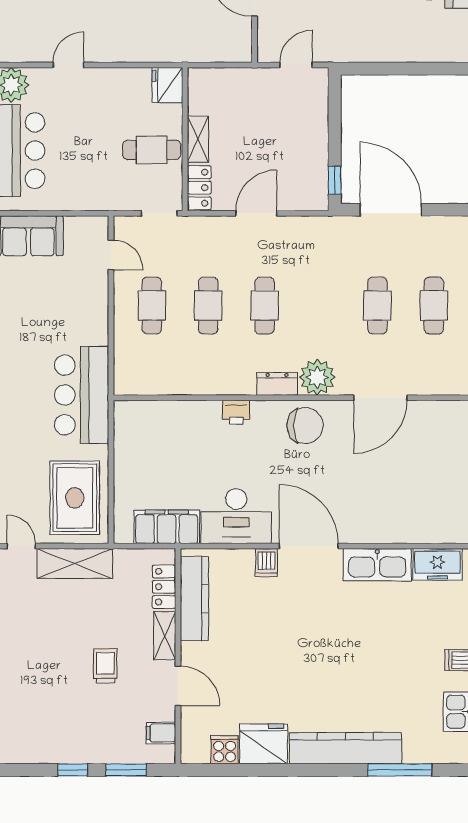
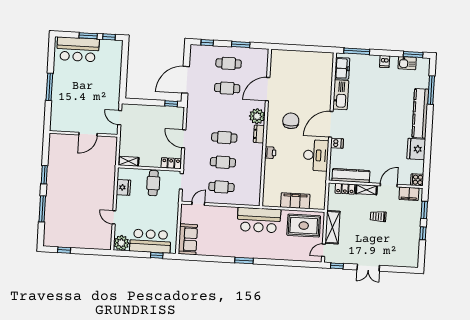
fridge: (167, 85) -> (123, 187), moved, turned -90
shelving: (198, 139) -> (128, 161), moved
door: (380, 398) -> (268, 89), swing flipped
chair: (305, 426) -> (291, 121), moved
filing cabinet: (167, 527) -> (295, 201), moved, turned 90
filing cabinet: (161, 733) -> (409, 194), width x2.00
cooker: (225, 750) -> (417, 180), moved

